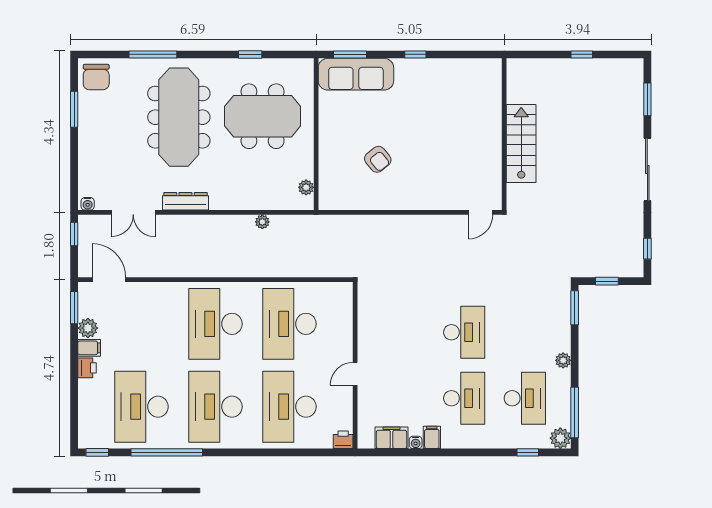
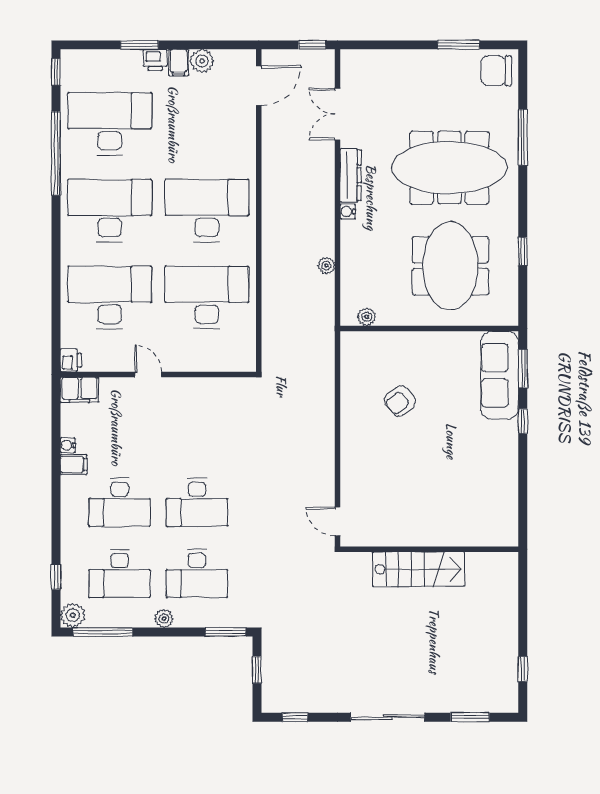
window: (415, 54) -> (523, 421), moved
window: (582, 54) -> (523, 669), moved
water cooler: (88, 204) -> (348, 212), moved
window: (74, 308) -> (139, 45), moved
desk: (525, 332) -> (197, 573), added
filing cabinet: (392, 438) -> (79, 390), moved, turned 90

